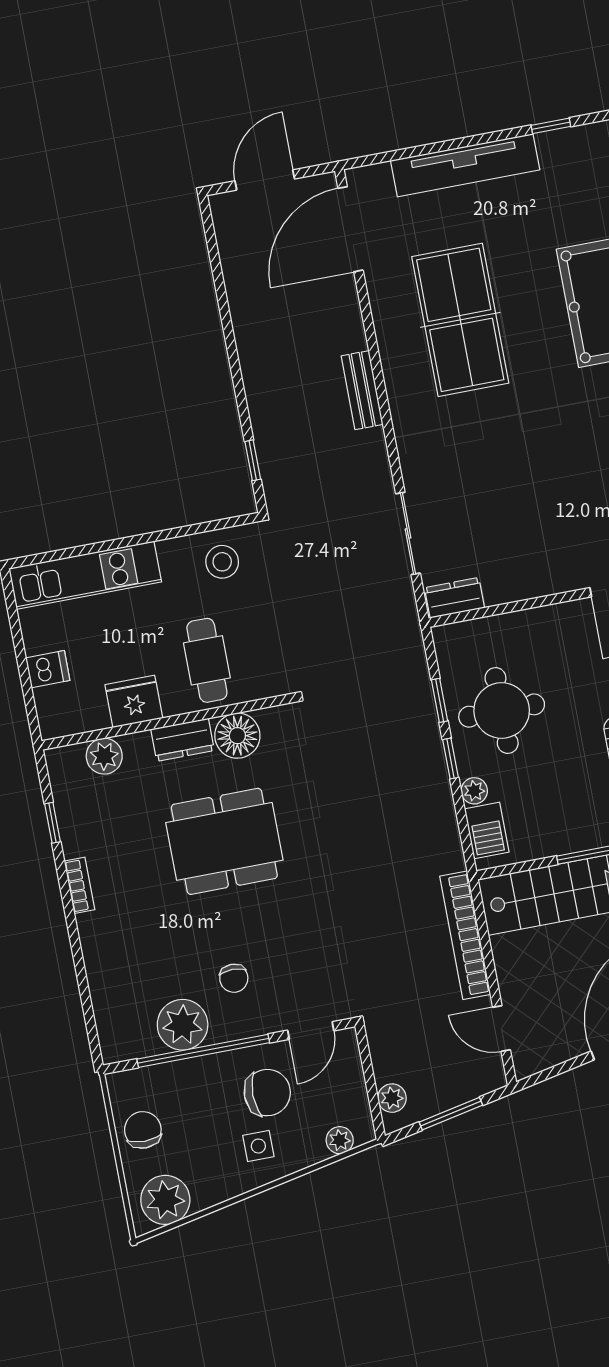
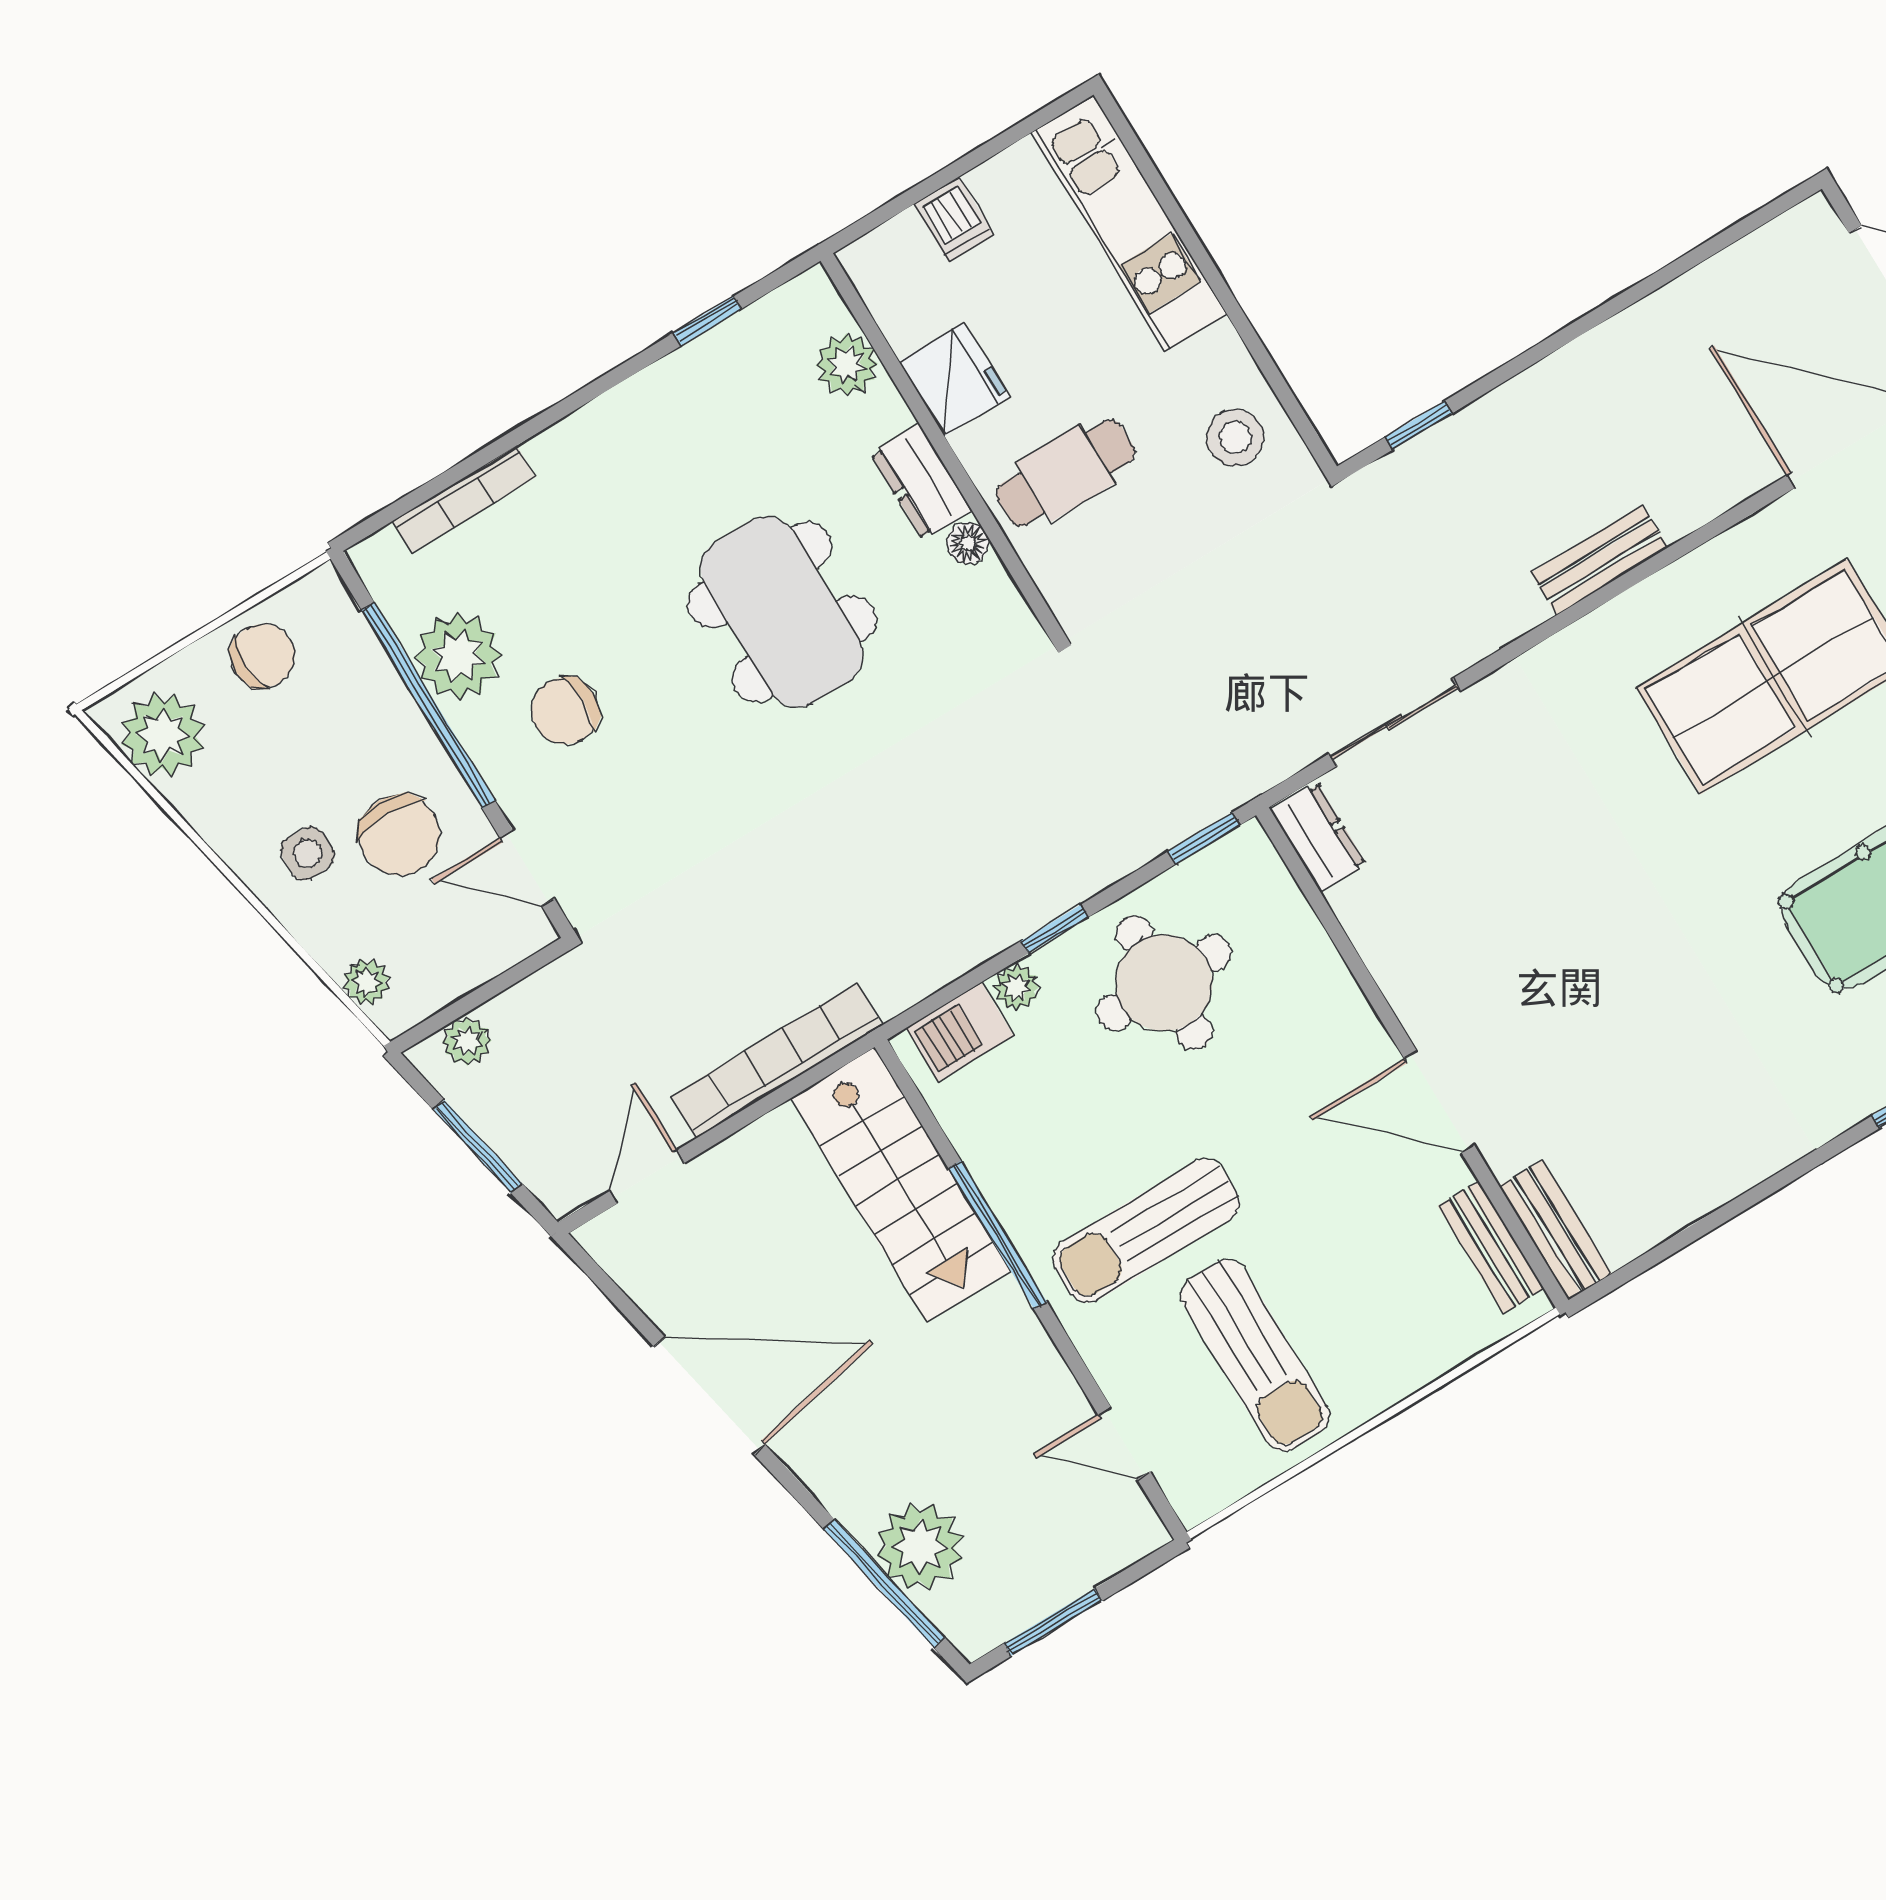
window: (440, 700) -> (1204, 838), moved
floor lamp: (237, 736) -> (968, 543), width x0.53, depth x0.53
bookcase: (79, 885) -> (464, 499), moved, width x1.56
chair: (234, 978) -> (565, 711), width x1.37, depth x1.37

